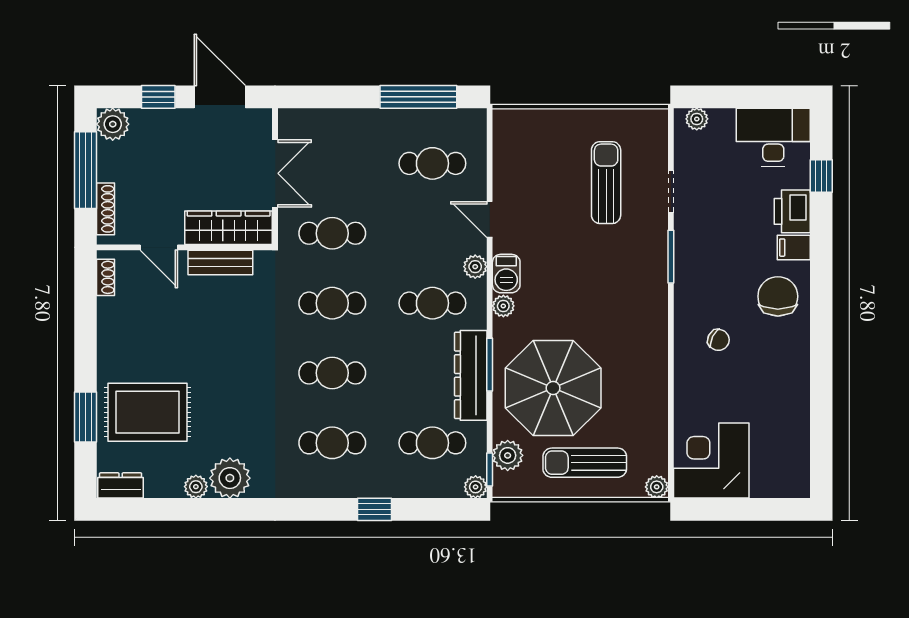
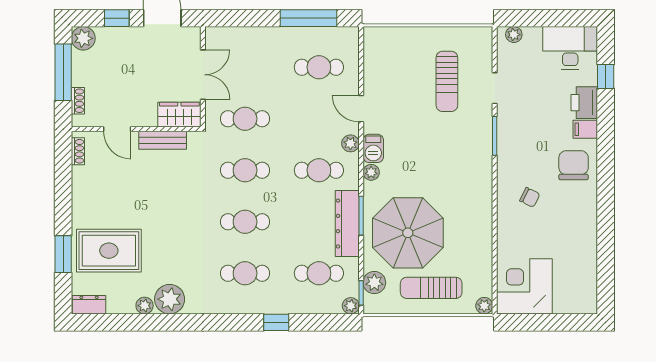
sun lounger: (606, 183) -> (447, 81), turned 180
shoe rack: (105, 209) -> (78, 101), width x0.70
wardrobe: (229, 228) -> (179, 115), width x0.67

